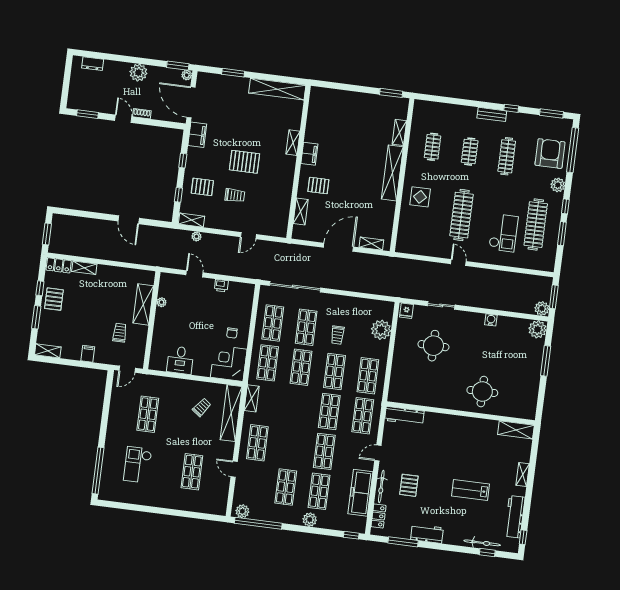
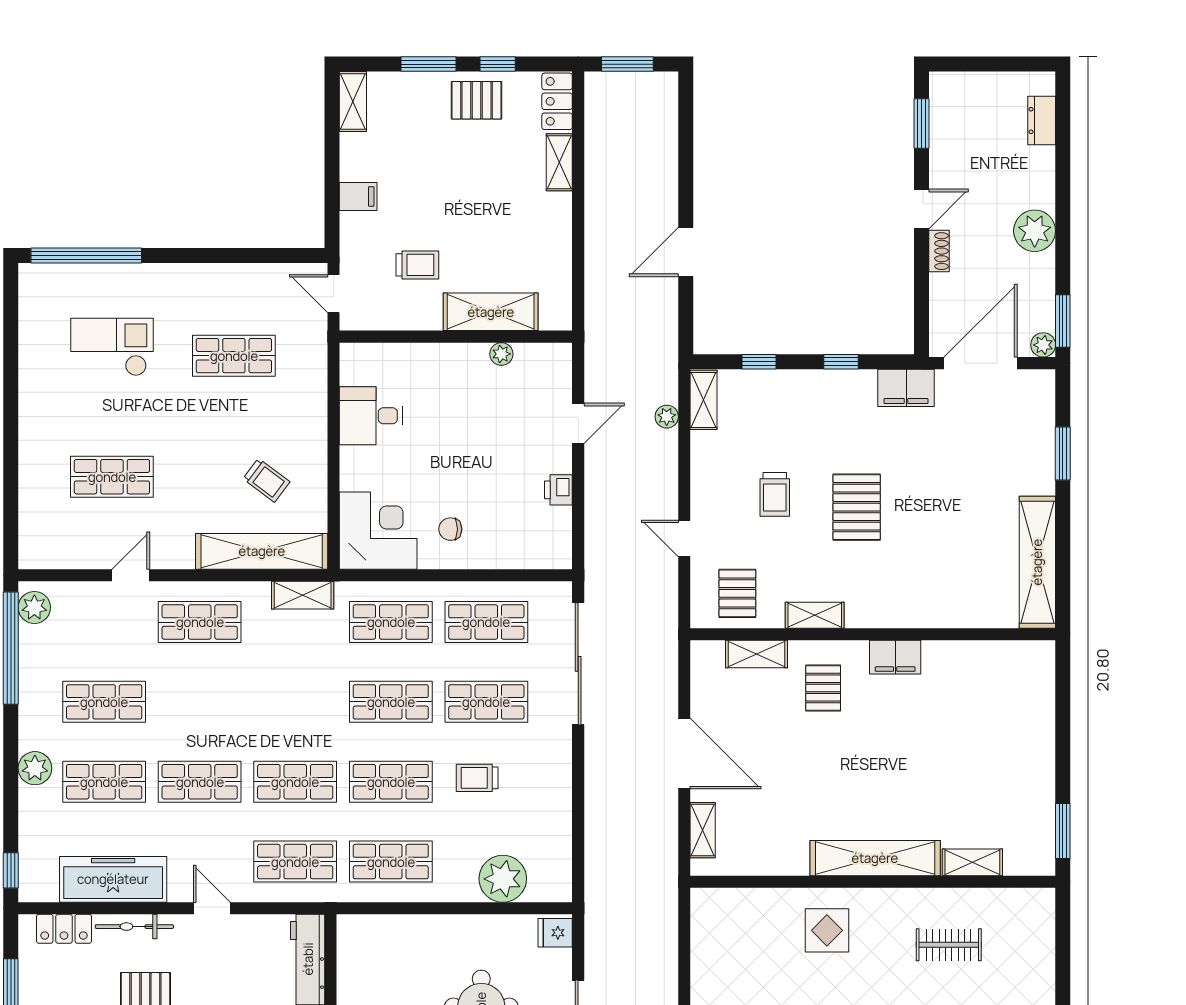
shelving: (293, 143) -> (815, 615), moved
pallet: (202, 187) -> (737, 593), moved

